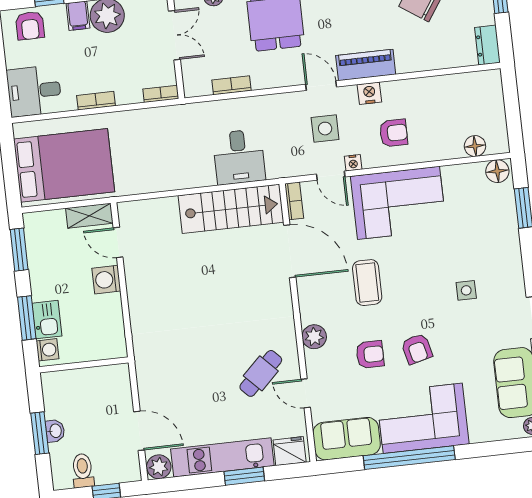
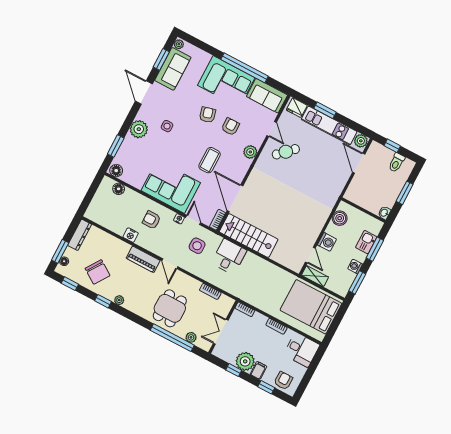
dresser: (487, 45) -> (80, 235), width x1.44
nightstand: (369, 93) -> (131, 235), moved
side table: (325, 129) -> (197, 246), moved
plant: (506, 257) -> (139, 129), added
boiler: (111, 328) -> (340, 218), added
washing machine: (48, 350) -> (355, 266), moved
armchair: (370, 354) -> (230, 127), turned 90
washbasin: (55, 431) -> (384, 213), moved

